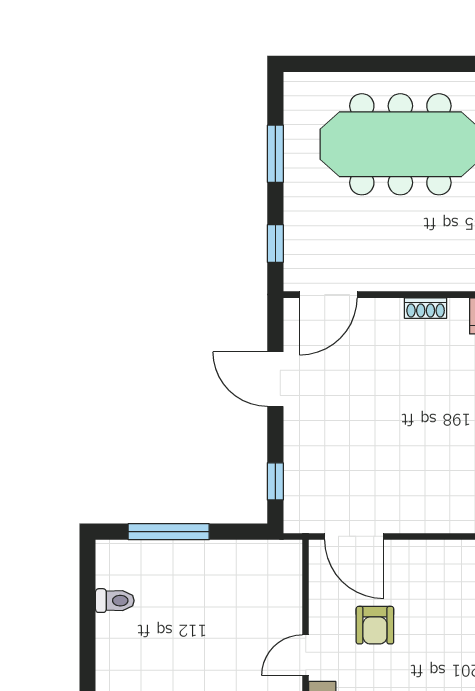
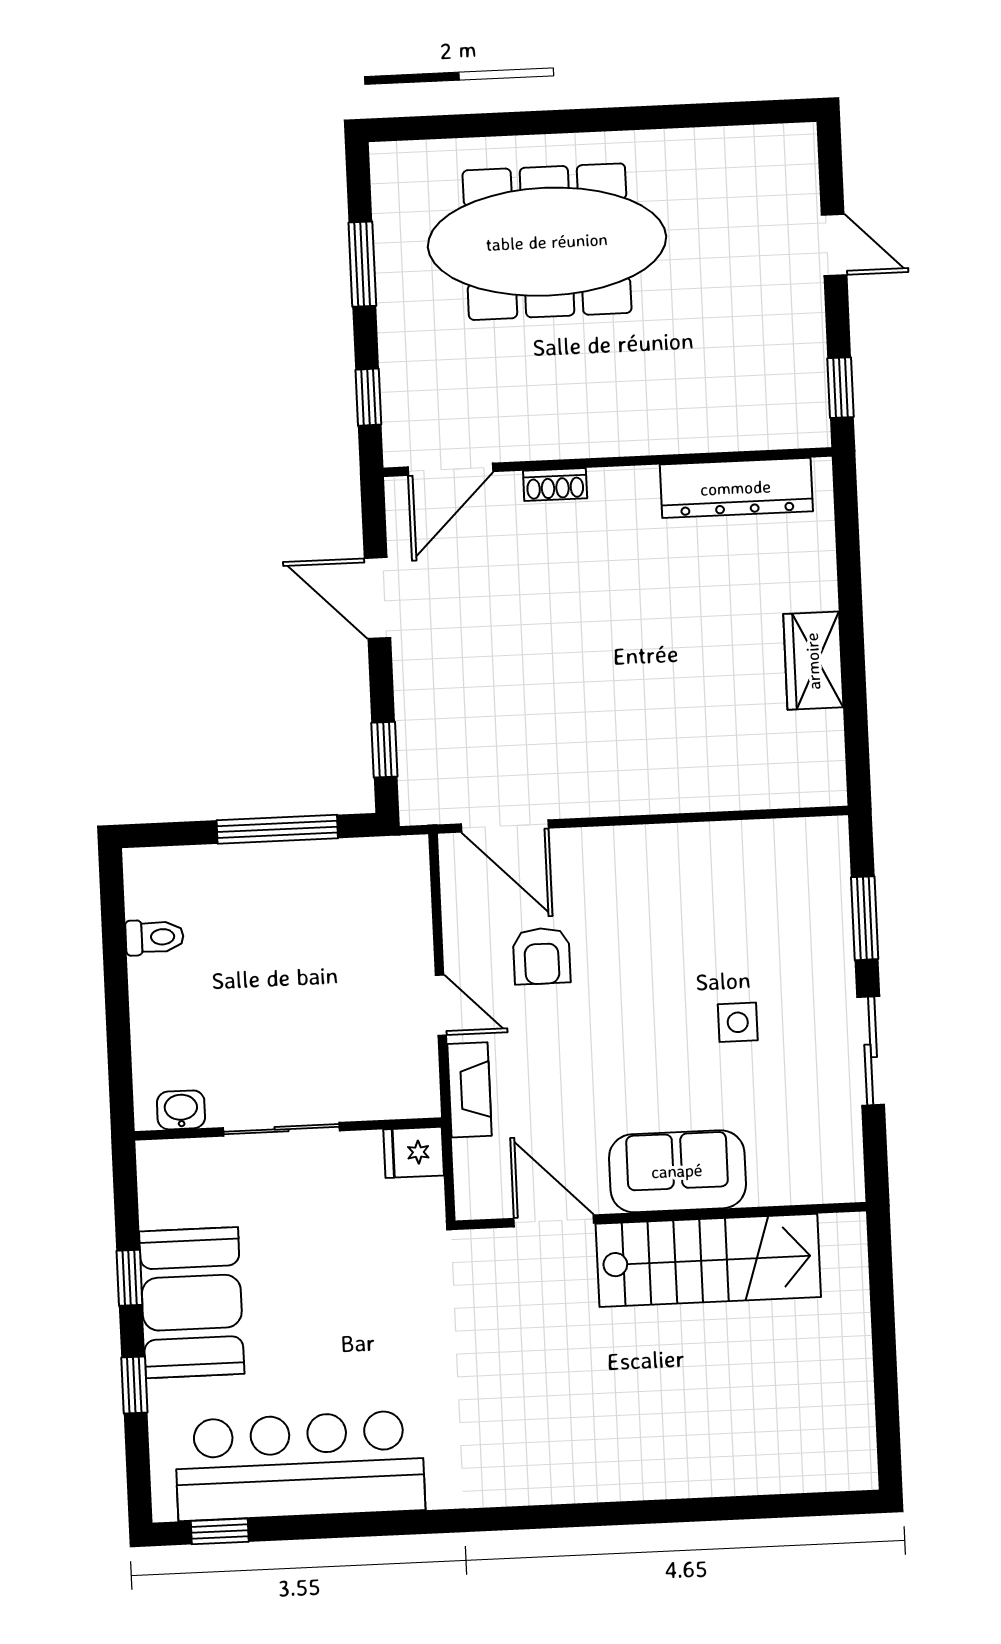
shoe rack: (426, 308) -> (555, 484), moved
window: (169, 532) -> (277, 829), moved
door: (306, 655) -> (441, 1005), swing flipped

